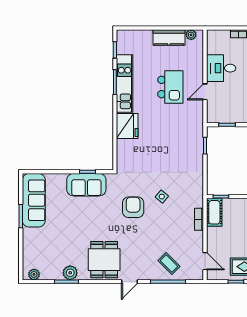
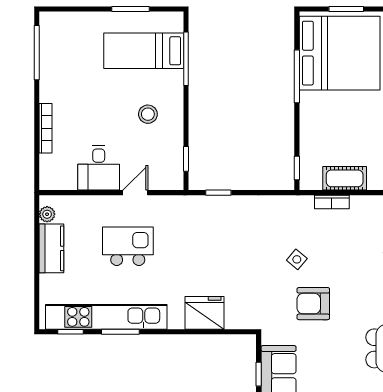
kitchen unit: (125, 83) -> (106, 317), width x1.36
door: (205, 92) -> (135, 193), swing flipped
fridge: (127, 126) -> (204, 313), moved
cot: (214, 212) -> (345, 178), moved

